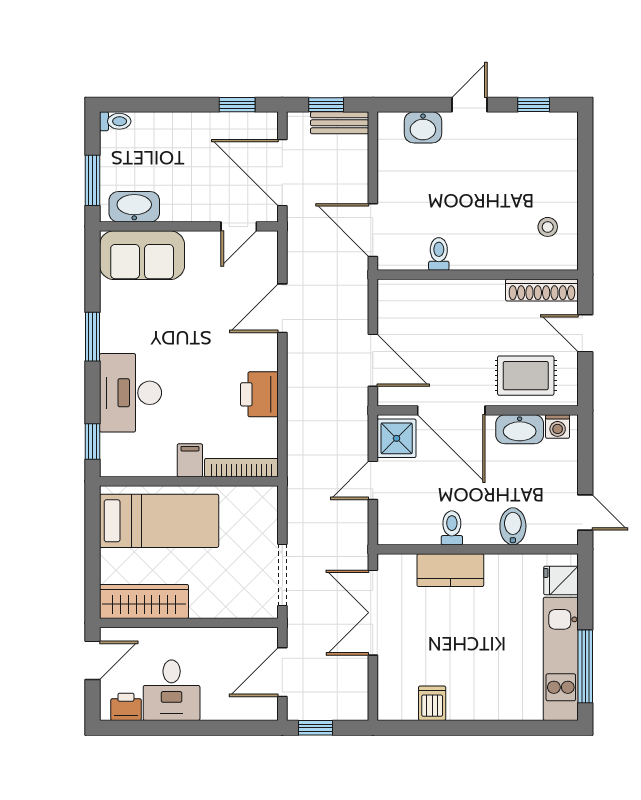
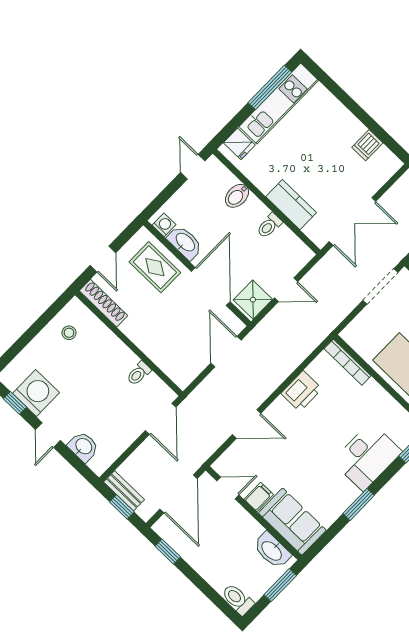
door: (470, 105) -> (48, 435), hinge flipped
toilet: (115, 121) -> (238, 599), width x1.37, depth x1.39
washing machine: (522, 135) -> (36, 393), added
filing cabinet: (190, 460) -> (259, 497), moved, turned 180

